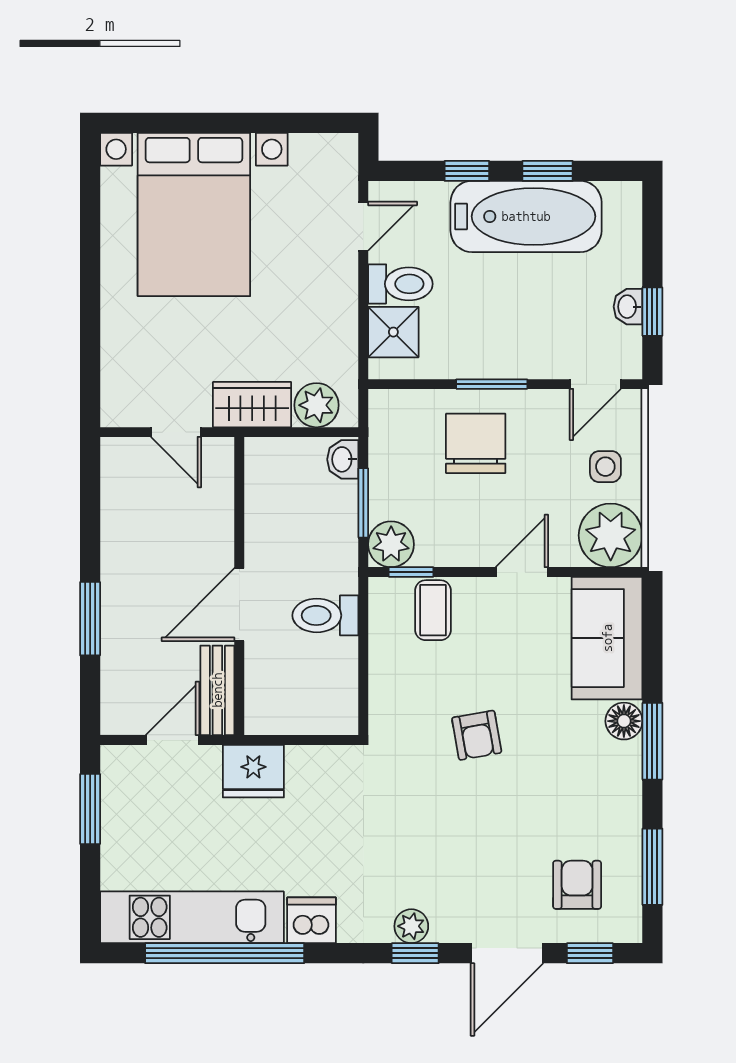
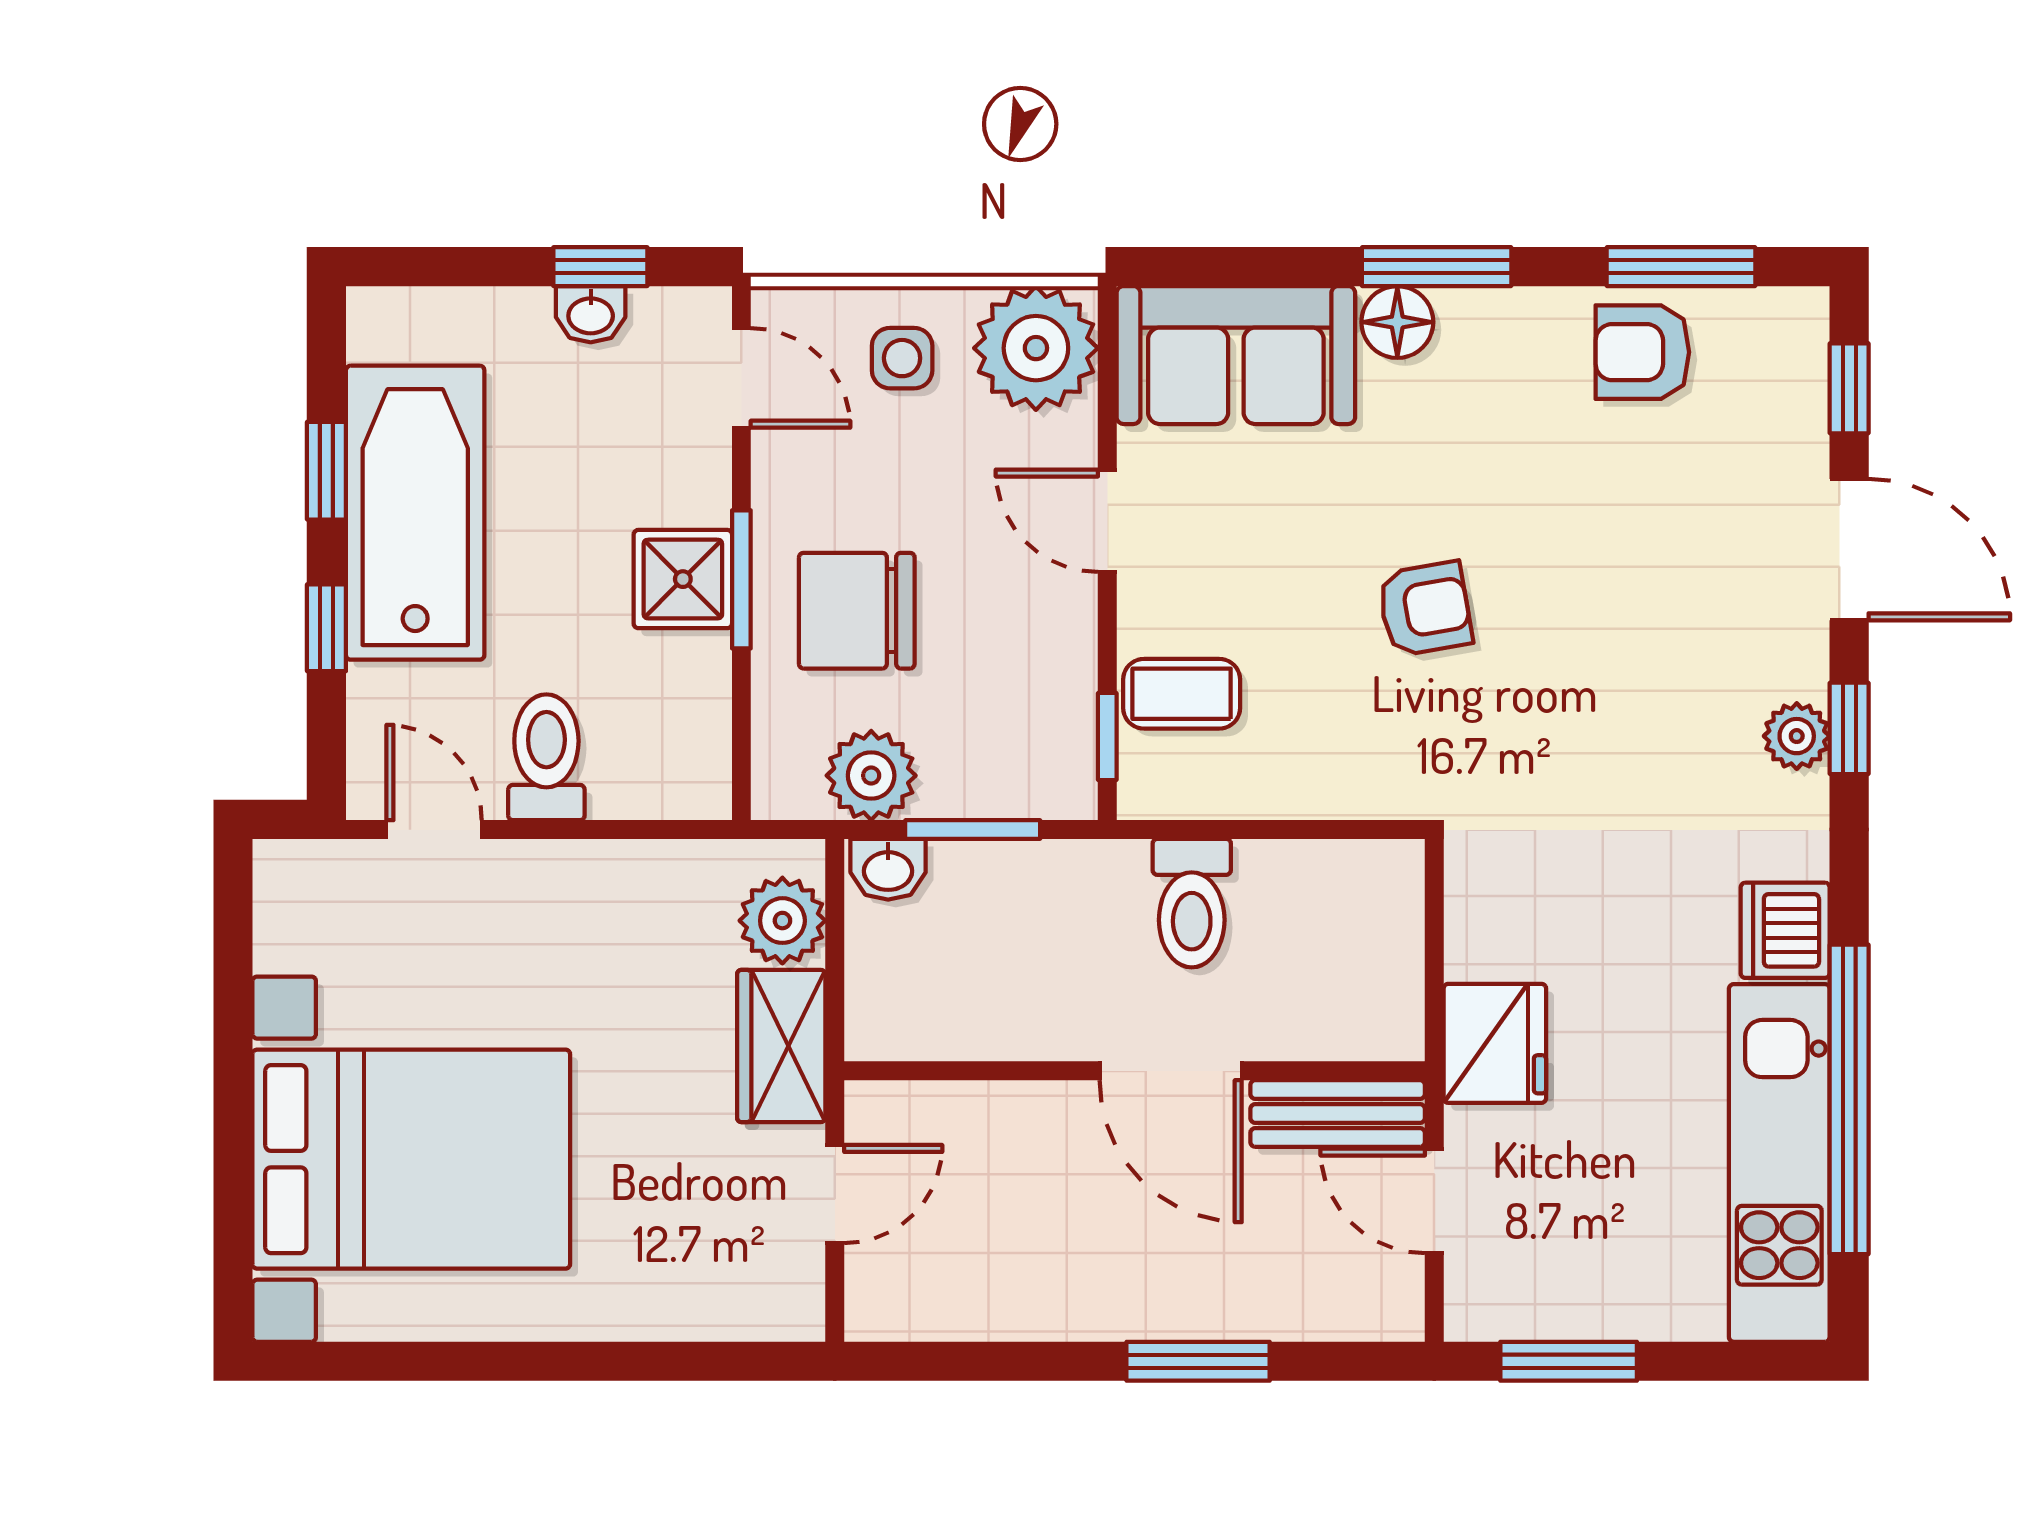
shower: (393, 332) -> (683, 579), moved
plant: (391, 544) -> (871, 776), moved
armchair: (577, 885) -> (1642, 352), moved

